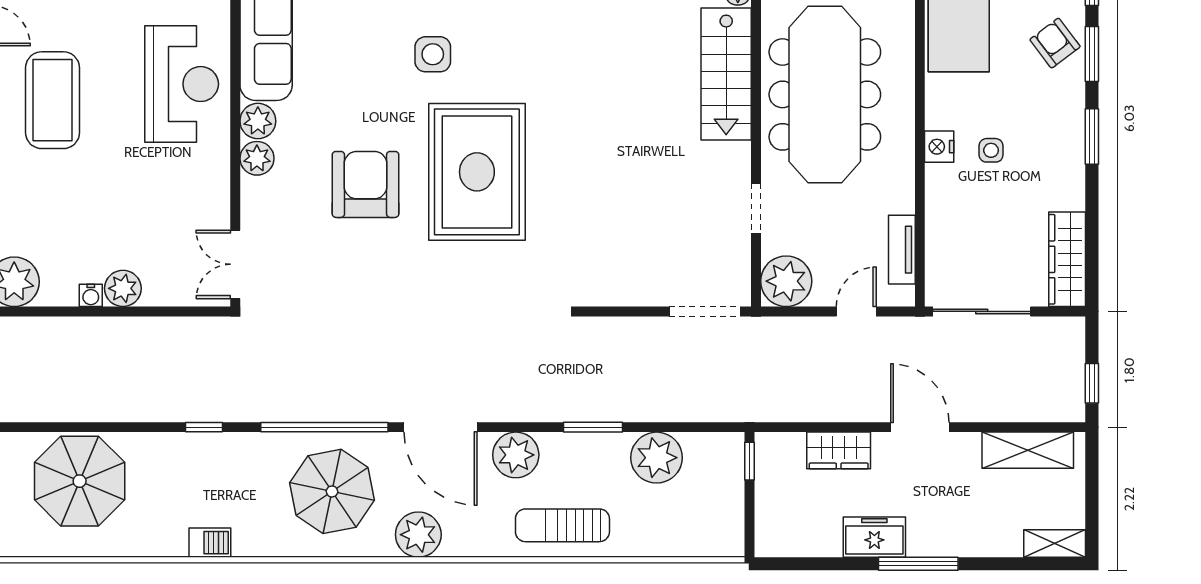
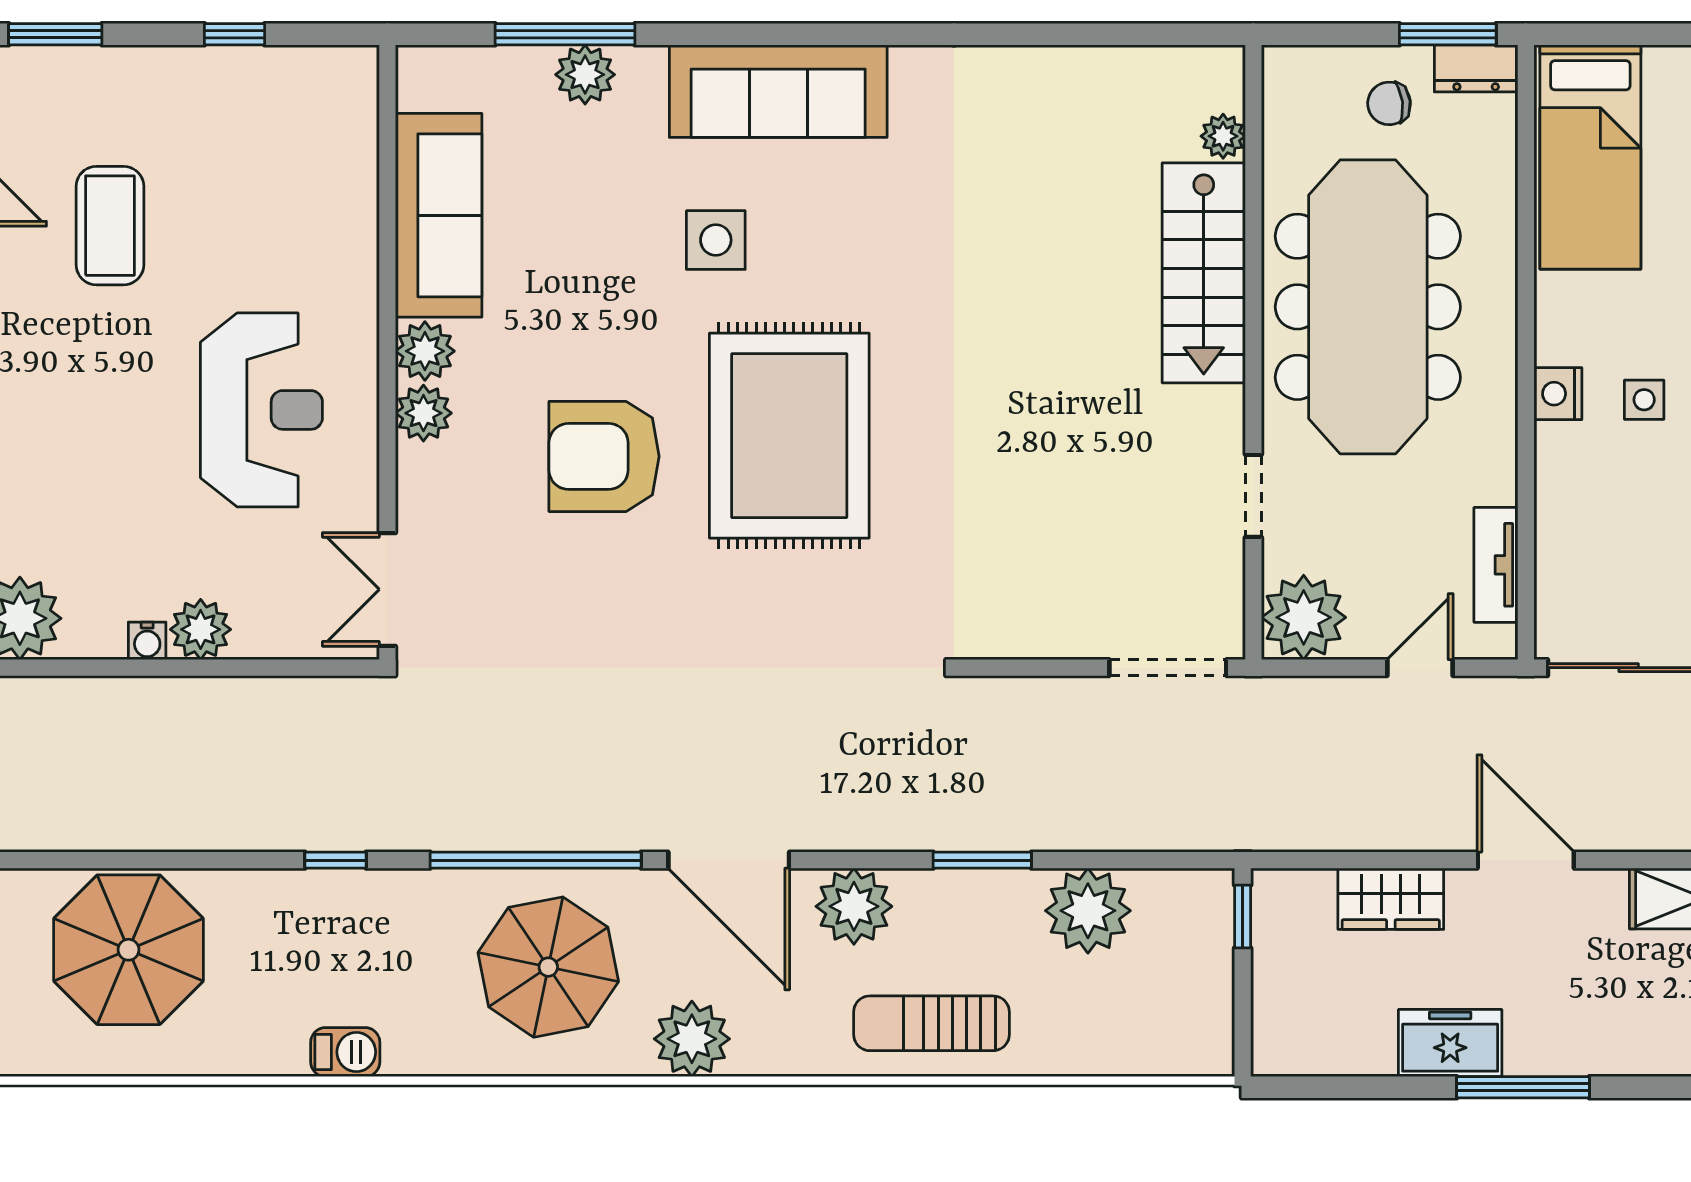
reception desk: (182, 84) -> (261, 410), moved
coffee table: (53, 100) -> (110, 226), moved, width x0.73, depth x0.76
armchair: (366, 184) -> (604, 456), turned -90

